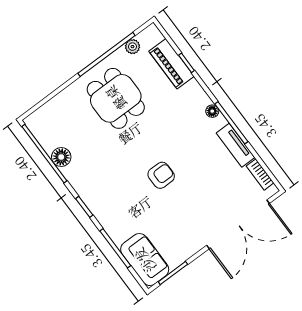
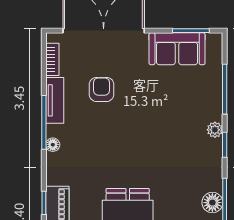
armchair: (161, 175) -> (102, 89), moved, turned 90
plant: (100, 213) -> (215, 130), added
sofa: (145, 260) -> (177, 49), moved, turned -90

